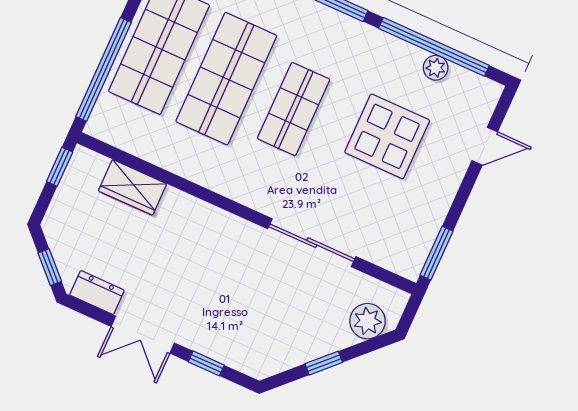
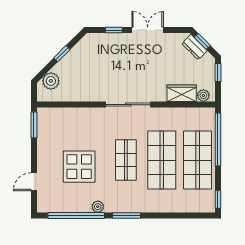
plant: (436, 68) -> (98, 207), moved
plant: (93, 165) -> (203, 95), added
window: (60, 167) -> (218, 73), moved
sliding door: (312, 243) -> (128, 105), moved
dresser: (97, 293) -> (195, 47), moved, turned 45

